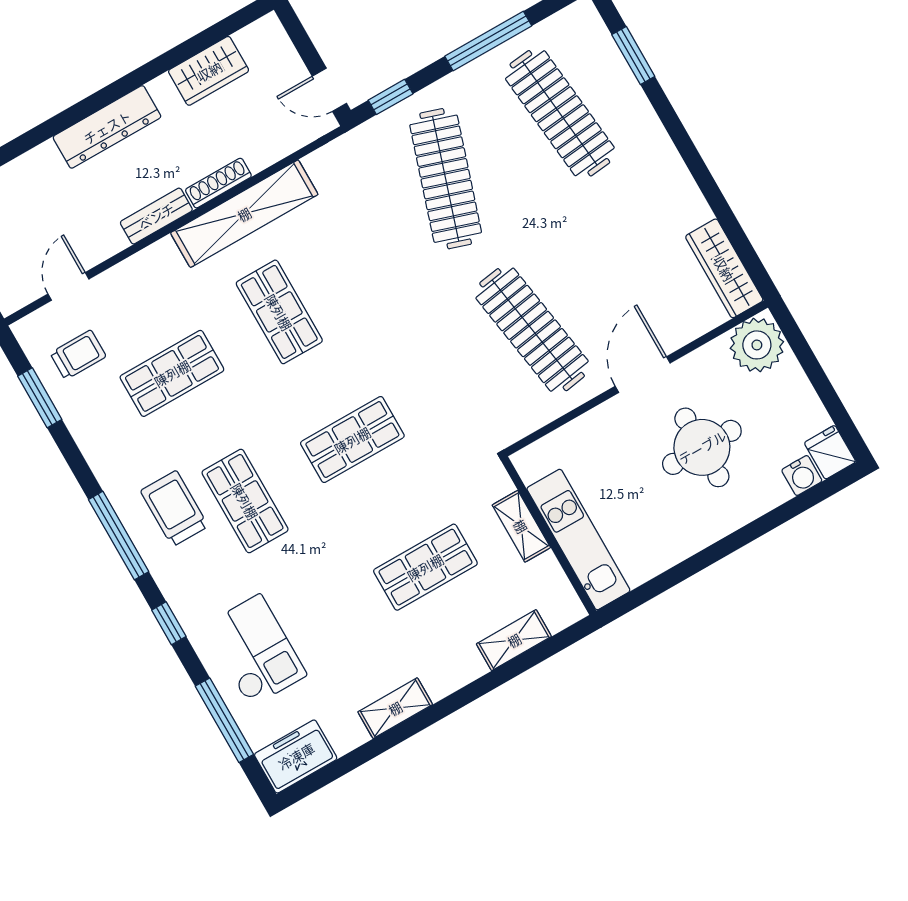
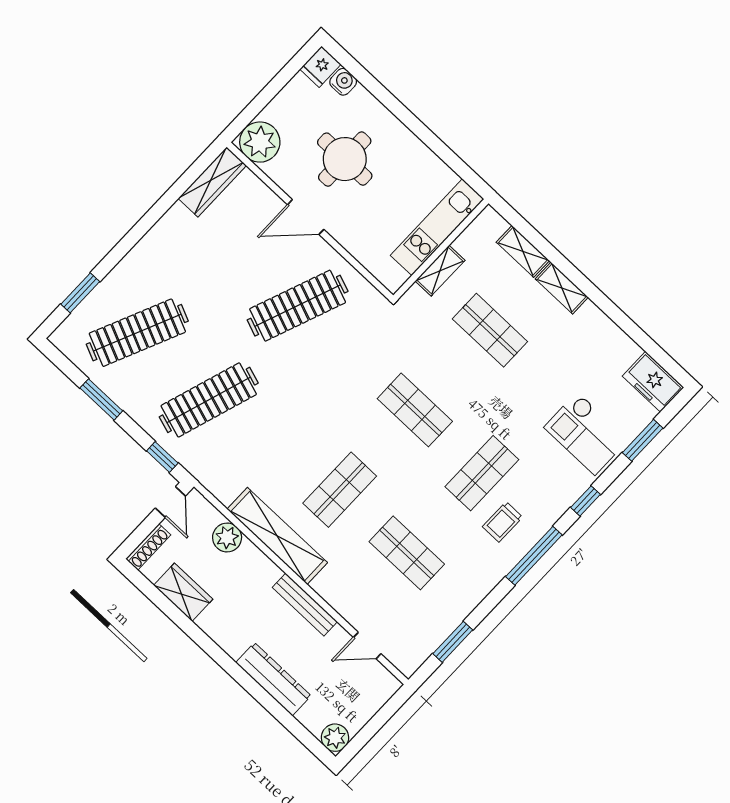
window: (488, 41) -> (101, 399), width x0.69
clothes rail: (560, 113) -> (137, 333), turned 30
dresser: (107, 127) -> (273, 679), moved
plant: (262, 149) -> (227, 537), added
shoe rack: (218, 183) -> (148, 547), moved, turned -90
bench: (156, 216) -> (305, 605), width x1.36
clothes rail: (532, 330) -> (298, 306), turned 30
trolley: (78, 355) -> (414, 624), removed
trolley: (174, 509) -> (503, 522), width x0.73, depth x0.72
checkout: (255, 650) -> (586, 433), turned -90
shelving: (395, 708) -> (562, 288), moved
window: (224, 720) -> (643, 440), width x0.69

